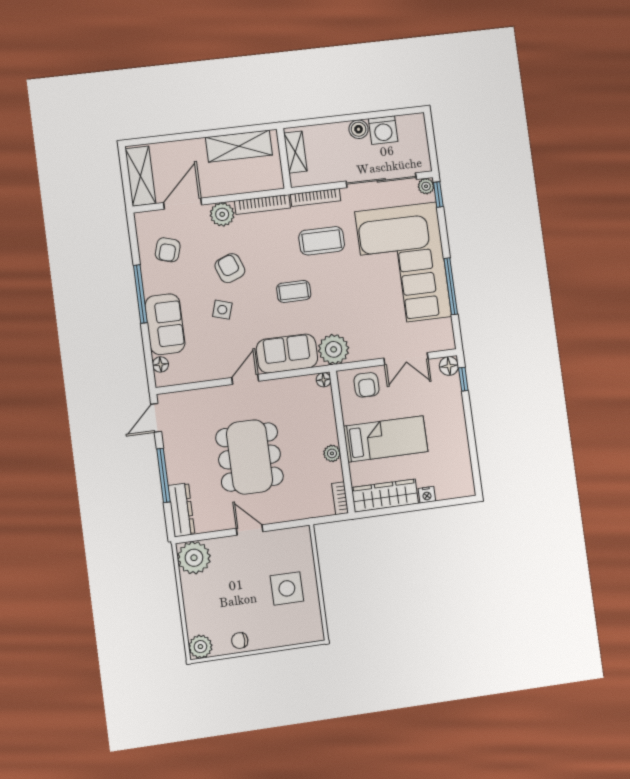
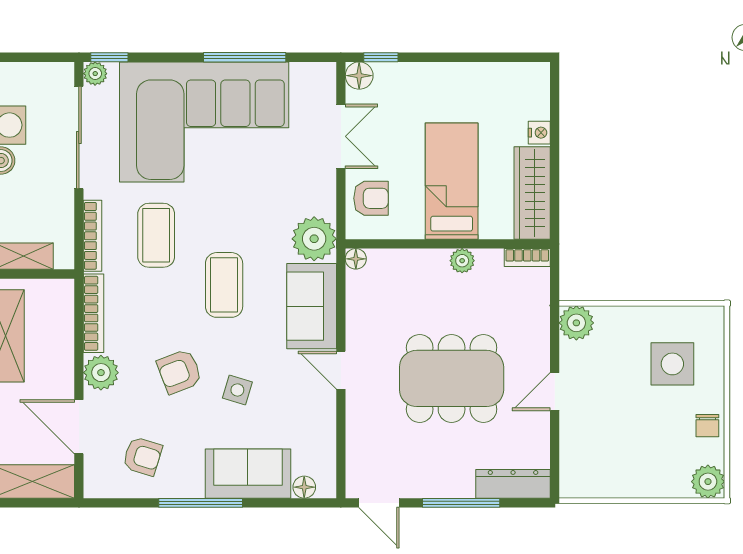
coffee table: (294, 291) -> (224, 285), width x1.36, depth x1.30
plant: (194, 558) -> (576, 323), moved, width x0.73, depth x0.73
side table: (287, 588) -> (672, 364), moved

